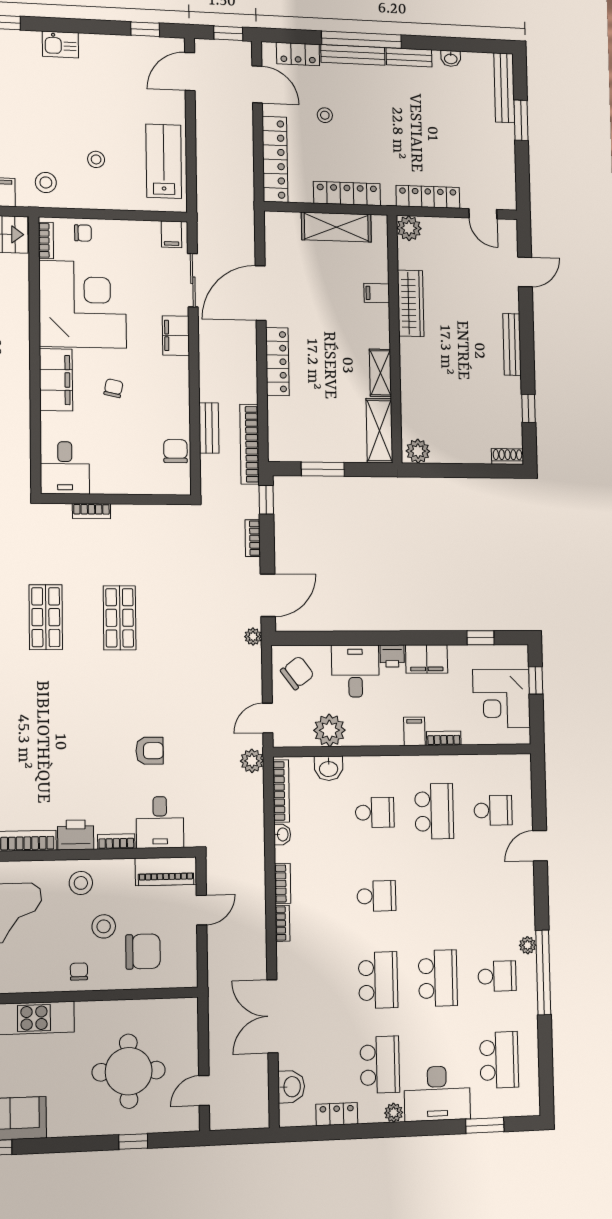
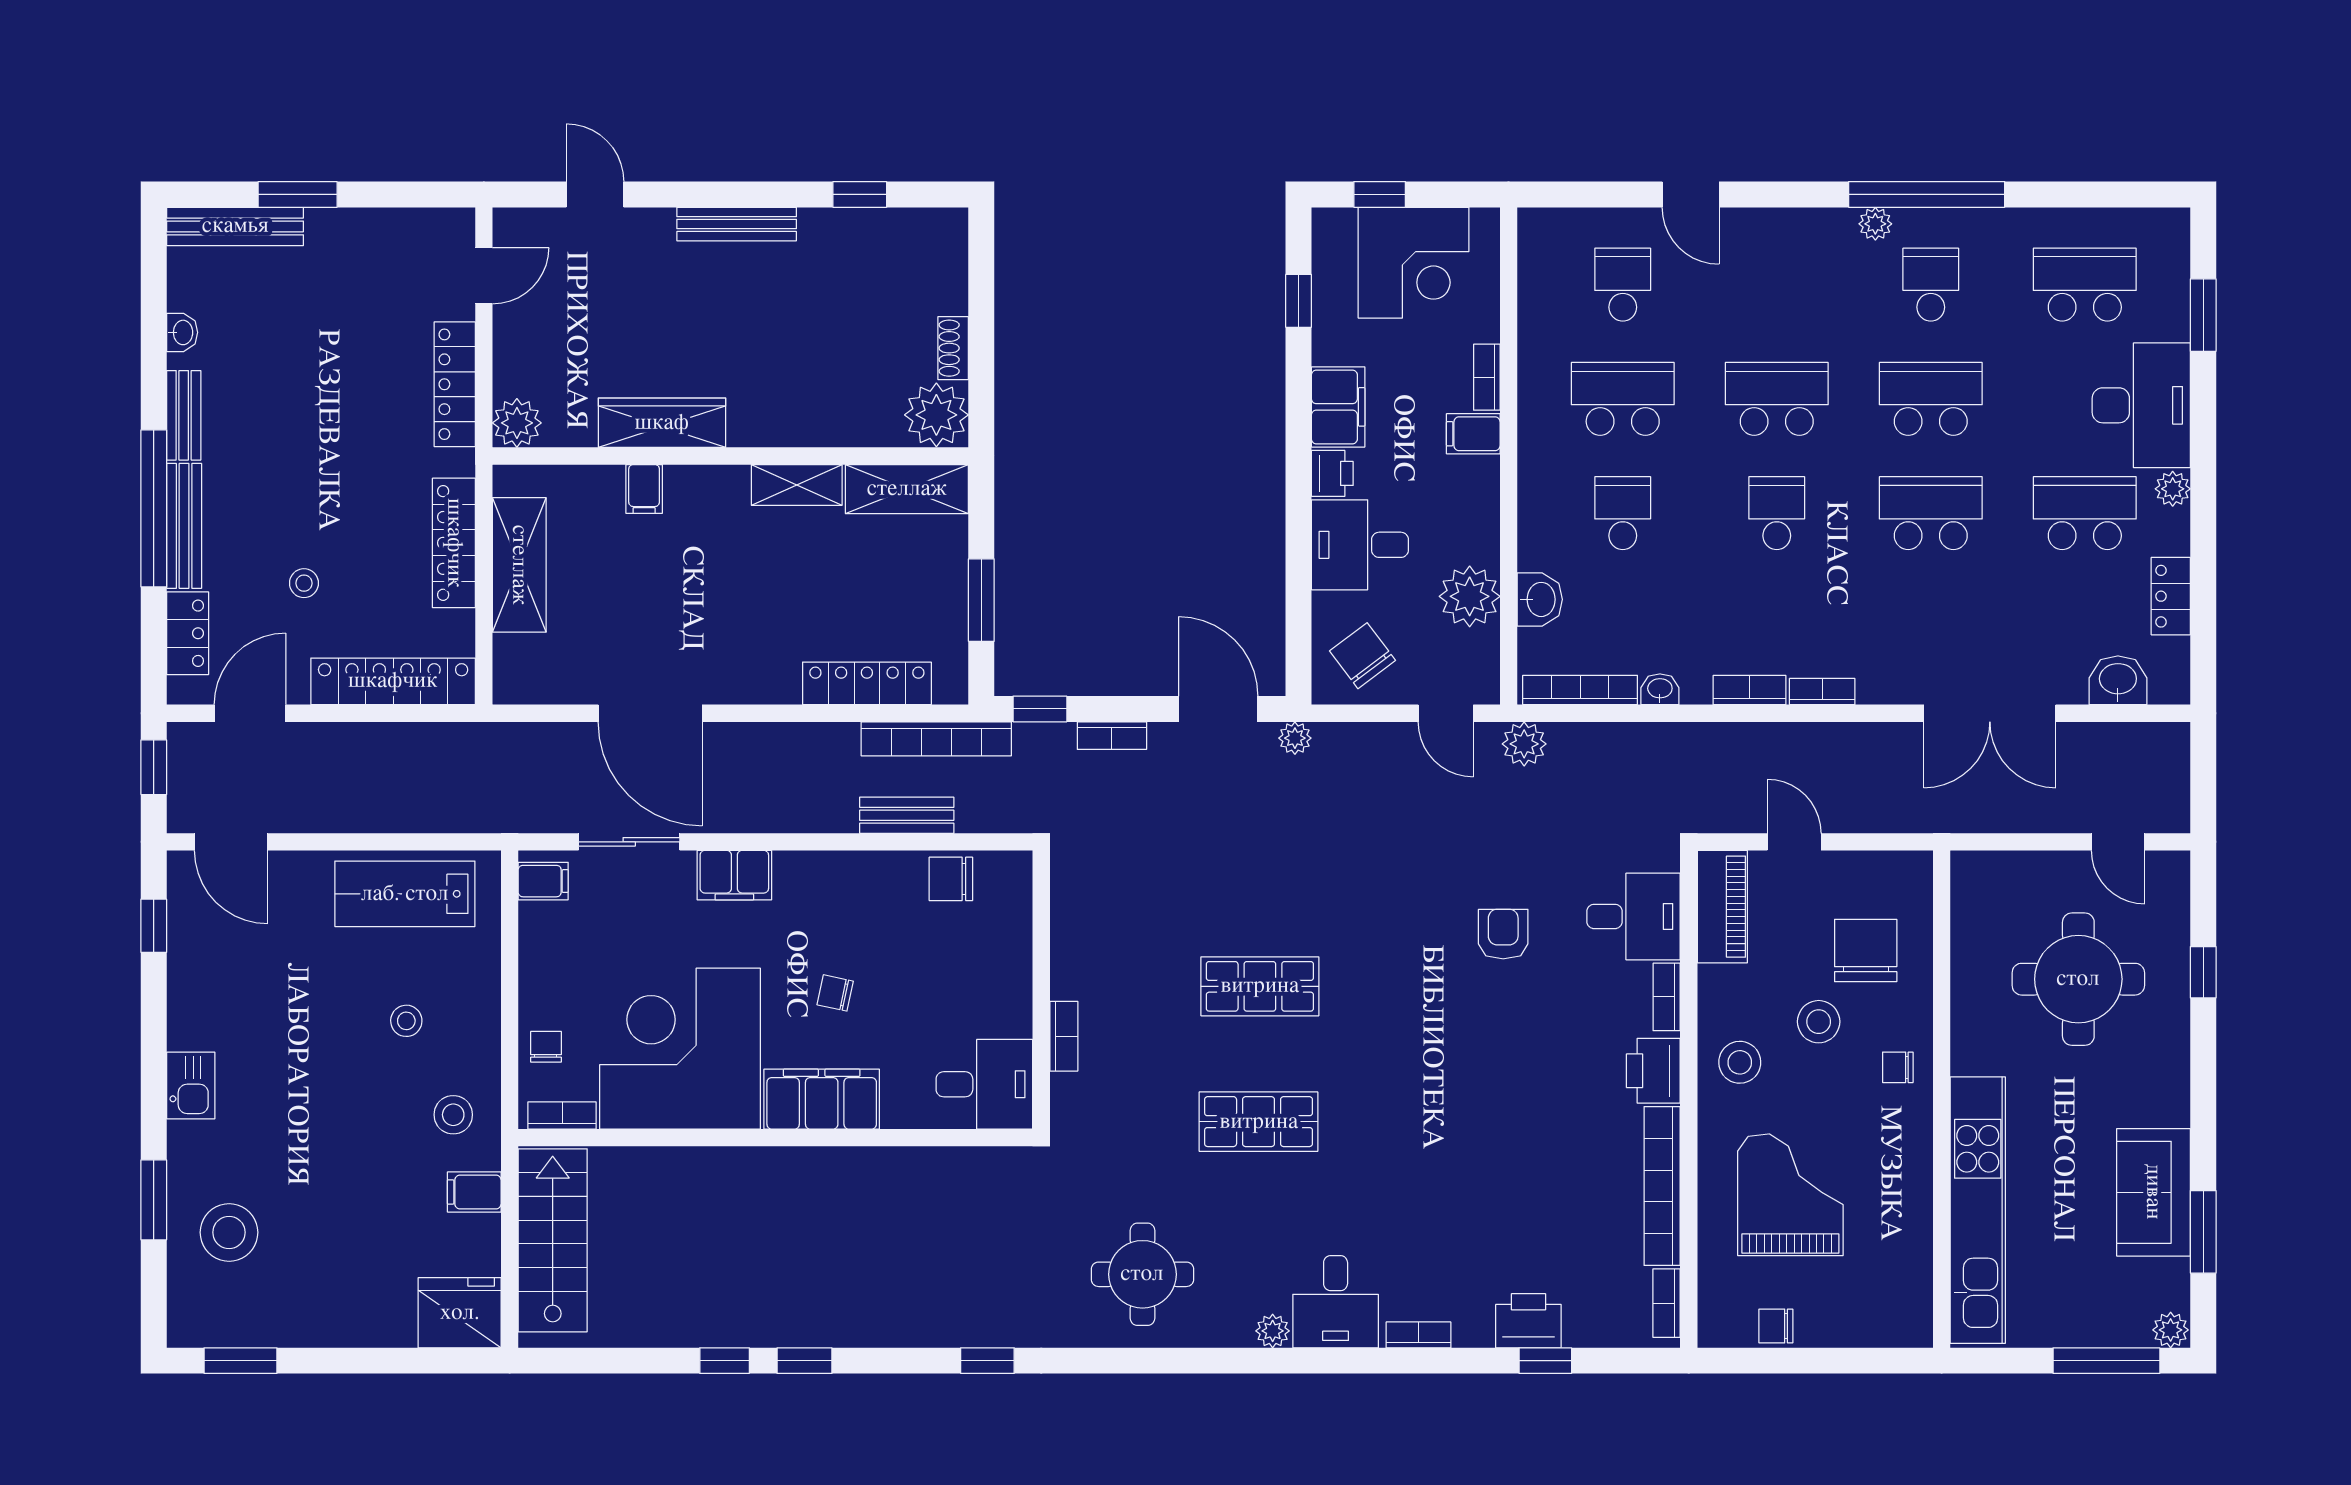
locker: (277, 362) -> (867, 683), moved
plant: (418, 451) -> (936, 415), width x1.36, depth x1.36
shoe rack: (508, 457) -> (953, 348), moved
school desk: (436, 894) -> (1777, 399), added

